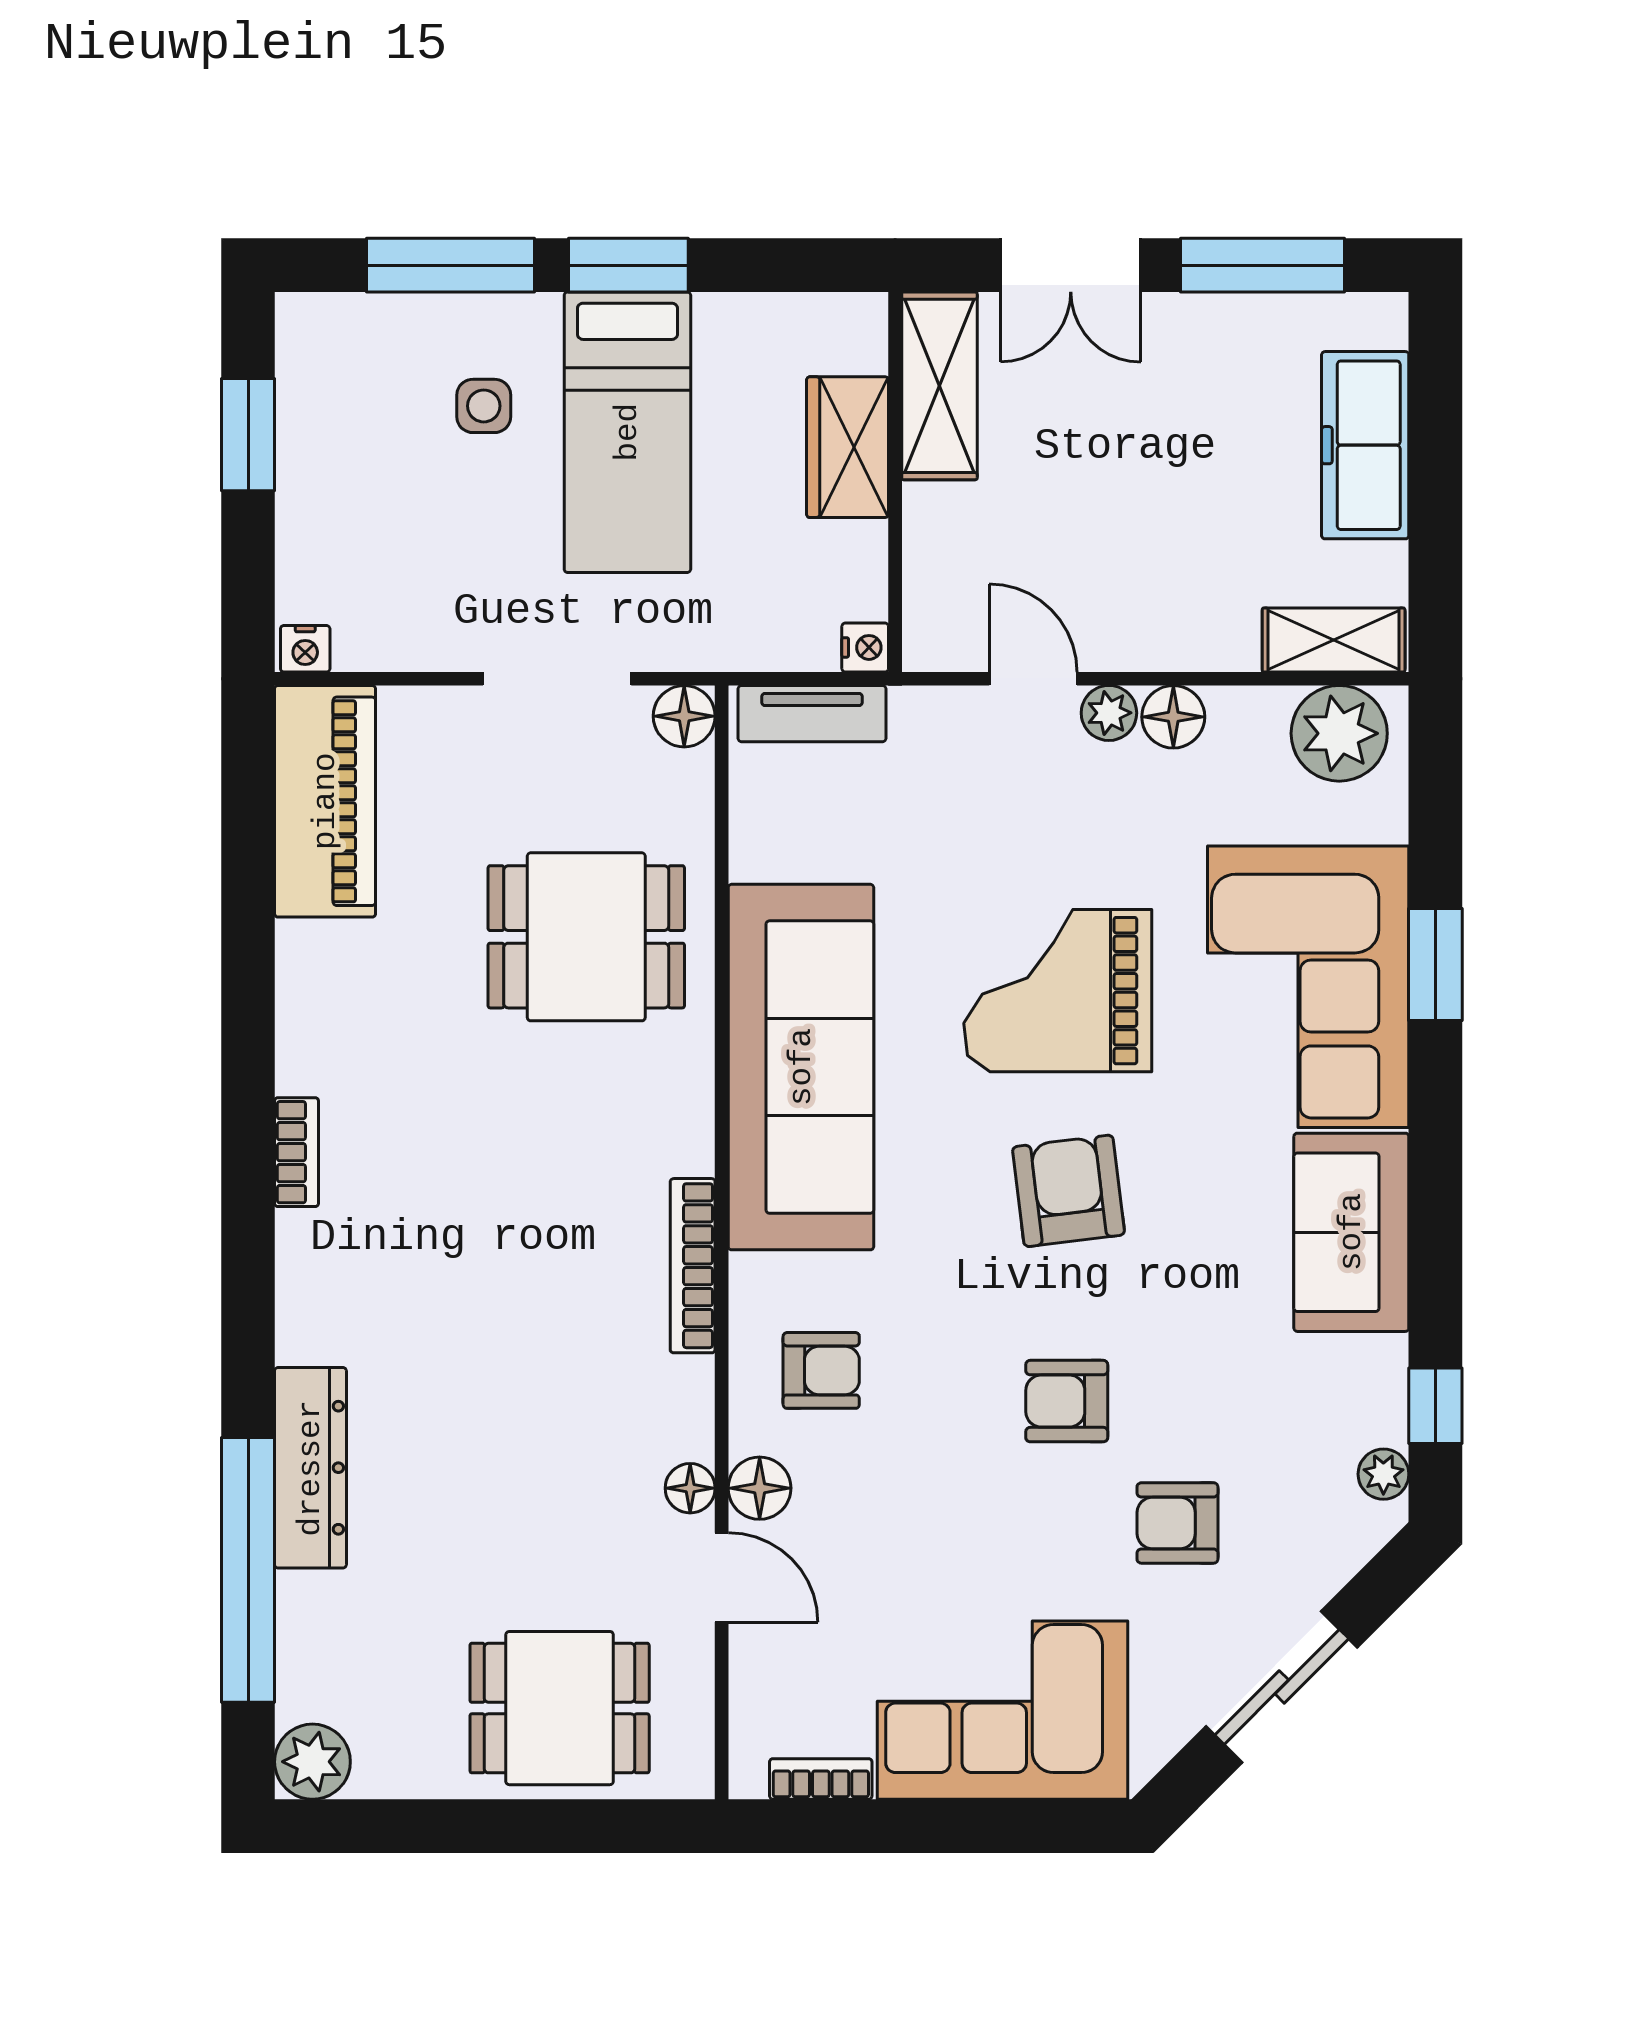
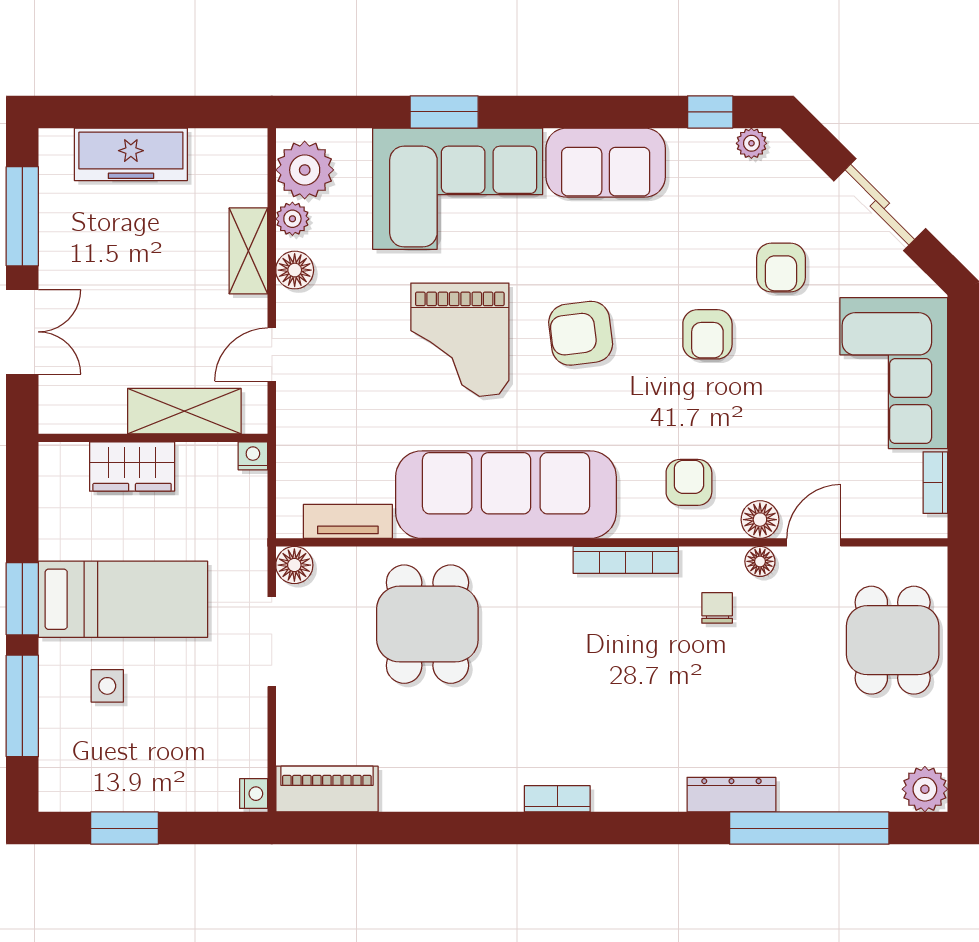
shelving: (939, 386) -> (184, 411), moved
shelving: (1334, 640) -> (248, 251), moved
plant: (1109, 713) -> (292, 219), moved
tv unit: (812, 714) -> (348, 521), moved, turned -90
piano: (325, 801) -> (327, 789), width x0.73, depth x0.75
chair: (613, 1417) -> (717, 608), added
dresser: (310, 1468) -> (731, 795), width x0.73, depth x0.80

